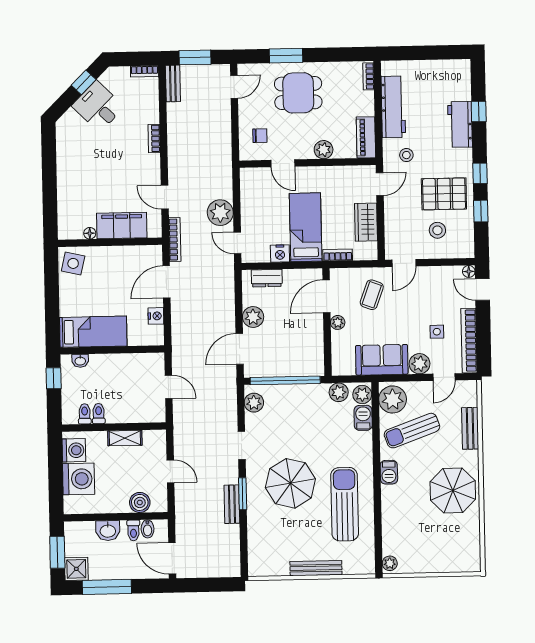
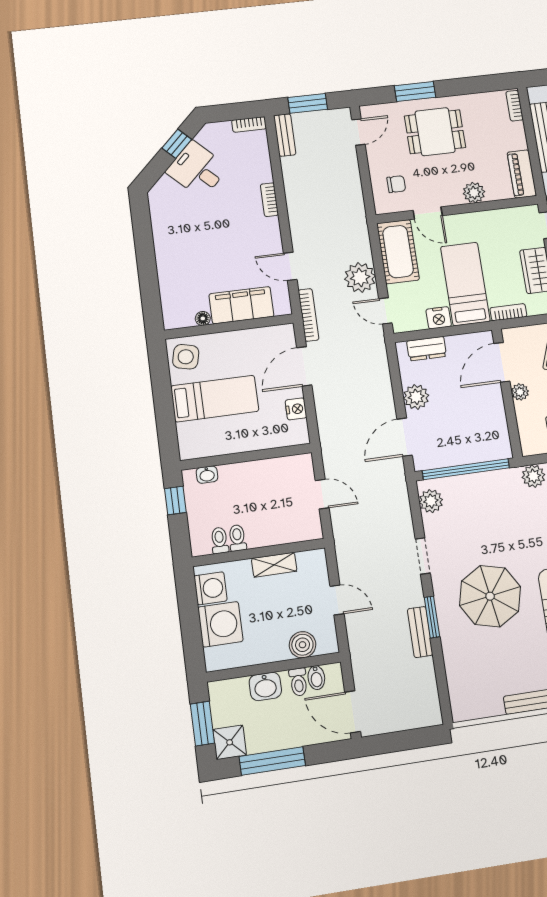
cot: (254, 194) -> (398, 252), added
bed: (93, 332) -> (215, 399), moved

